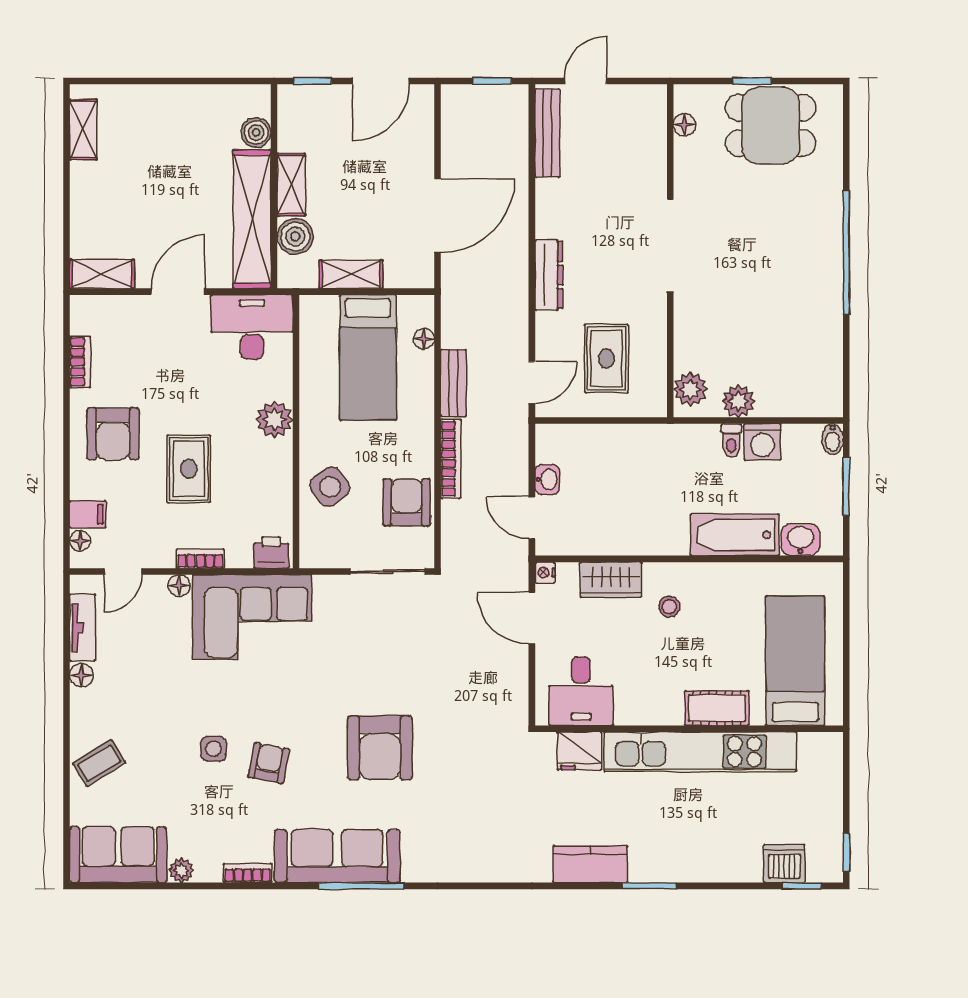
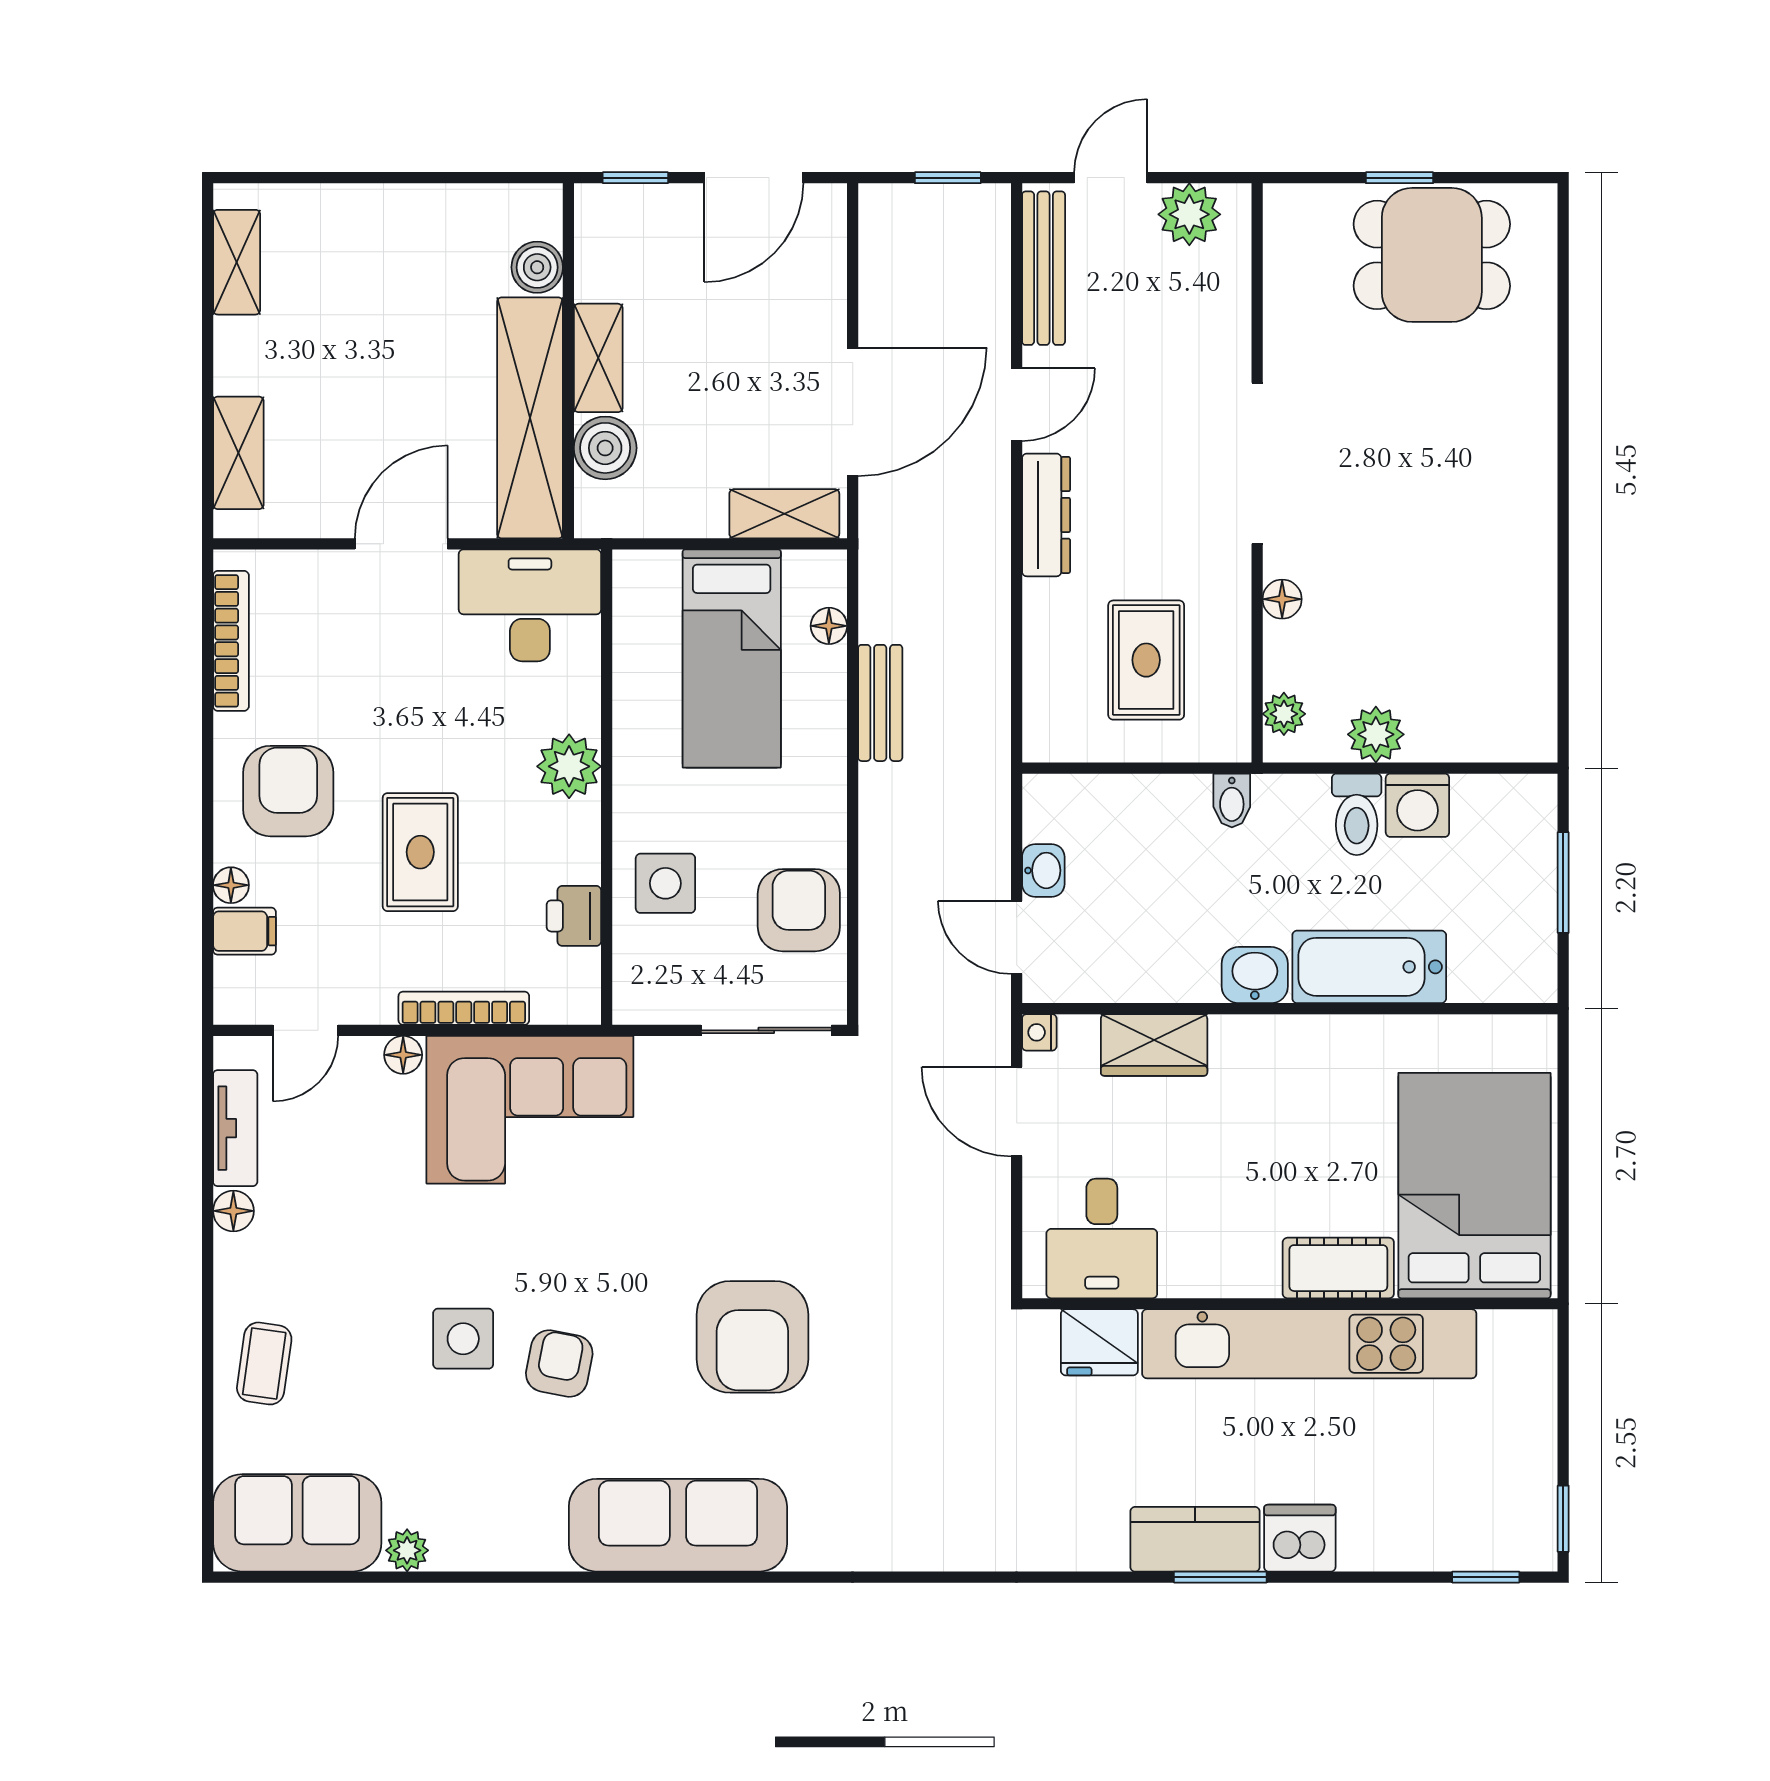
plant: (631, 102) -> (1189, 214), added
floor lamp: (685, 125) -> (1282, 599), moved
window: (846, 252) -> (1563, 476), removed
shelving: (102, 274) -> (238, 453), moved, turned 90
shelving: (351, 274) -> (784, 514), moved
bookcase: (80, 362) -> (231, 641), width x1.56
door: (532, 382) -> (1017, 405), moved
plant: (690, 389) -> (1284, 714), width x0.73, depth x0.73
armchair: (113, 434) -> (288, 791), turned 180
bidet: (833, 439) -> (1232, 801), moved
toilet: (731, 441) -> (1357, 814), width x1.37, depth x1.39
bookcase: (451, 459) -> (876, 834), removed
side table: (330, 487) -> (665, 883), turned 37
washbasin: (801, 540) -> (1255, 975), moved
floor lamp: (80, 541) -> (231, 885), moved
printer: (271, 553) -> (574, 916), moved, turned -90
bookcase: (200, 559) -> (464, 1008), width x1.56
stool: (669, 607) -> (1255, 1092), removed
bed: (795, 661) -> (1474, 1186), width x1.50
side table: (214, 749) -> (463, 1339), width x1.37, depth x1.37
coffee table: (99, 763) -> (264, 1363), turned -50
kitchen counter: (590, 864) -> (1195, 1539), moved
dishwasher: (784, 864) -> (1300, 1538), moved
bookcase: (248, 873) -> (523, 1555), removed
window: (361, 886) -> (719, 1577), removed

